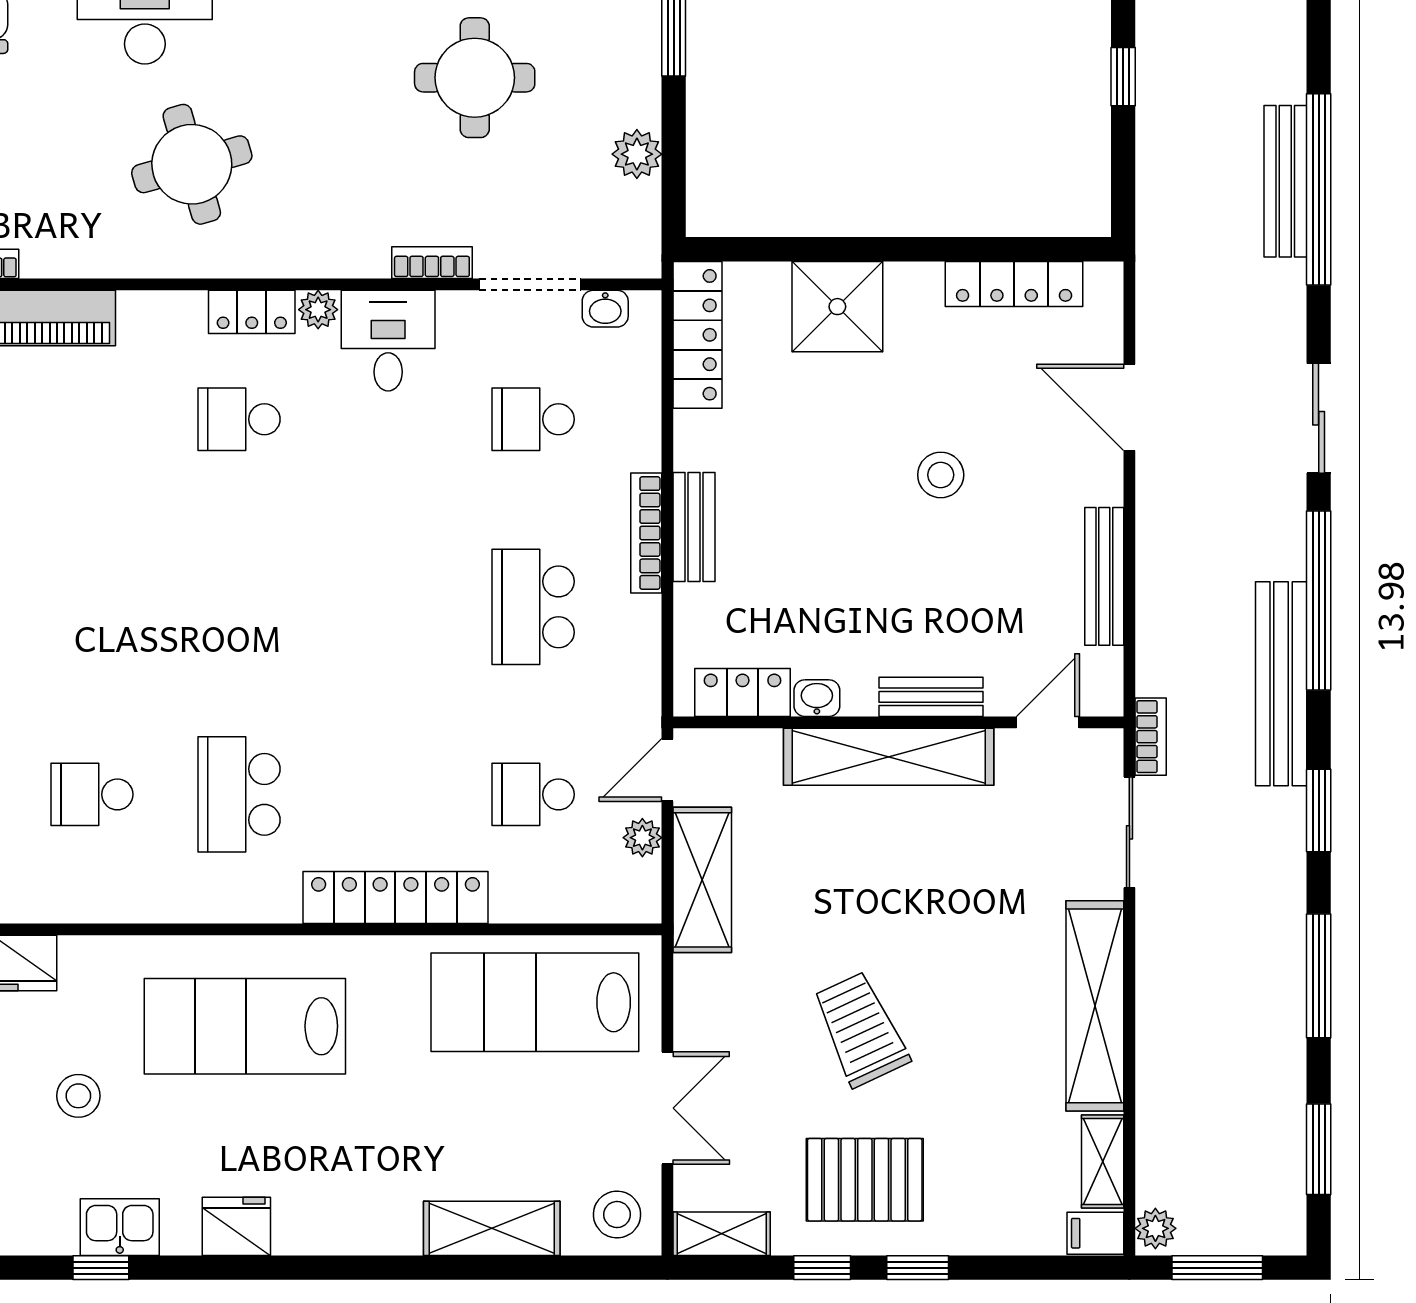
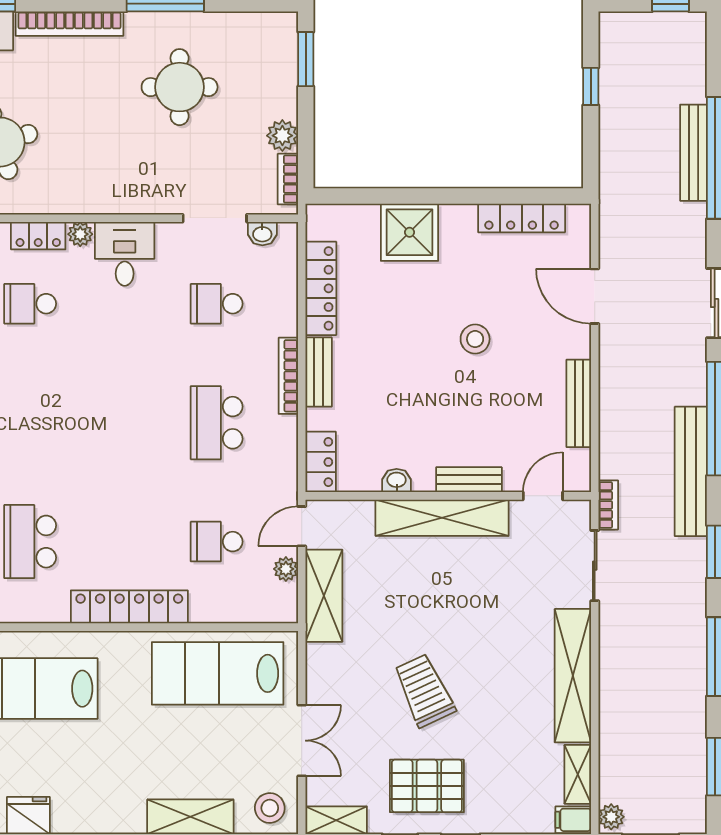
bookcase: (432, 263) -> (288, 179), moved, turned -90
locker: (697, 335) -> (321, 288), moved
locker: (742, 692) -> (321, 462), moved, turned 90

